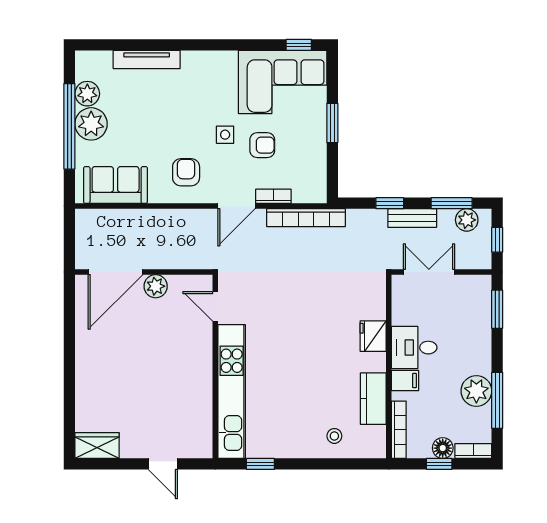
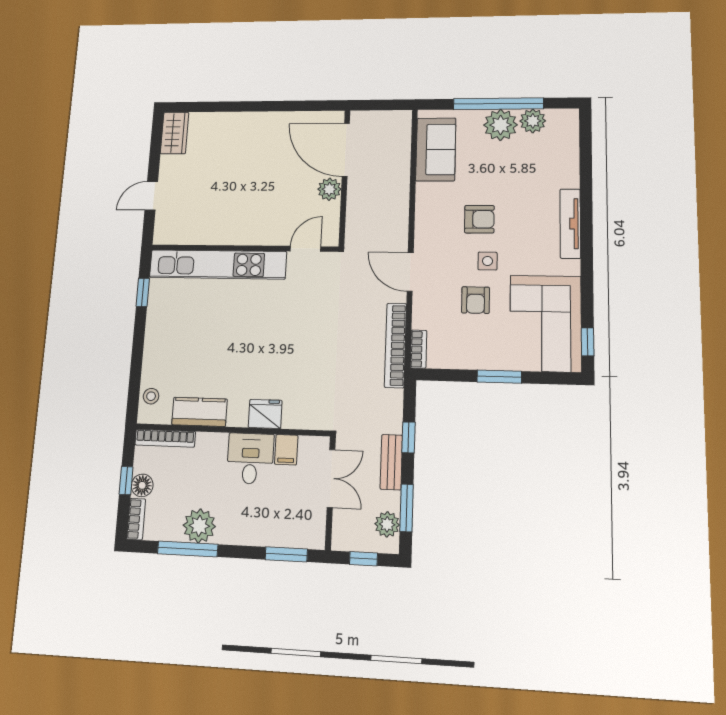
tv unit: (147, 59) -> (570, 224), moved
armchair: (186, 172) -> (479, 219), moved
bookcase: (273, 196) -> (419, 349), moved
filing cabinet: (405, 381) -> (286, 450), moved
stool: (334, 436) -> (151, 396), moved

